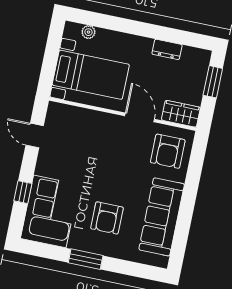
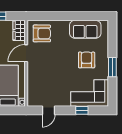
sofa: (162, 217) -> (85, 29), width x0.73
armchair: (107, 218) -> (87, 60), turned -90

